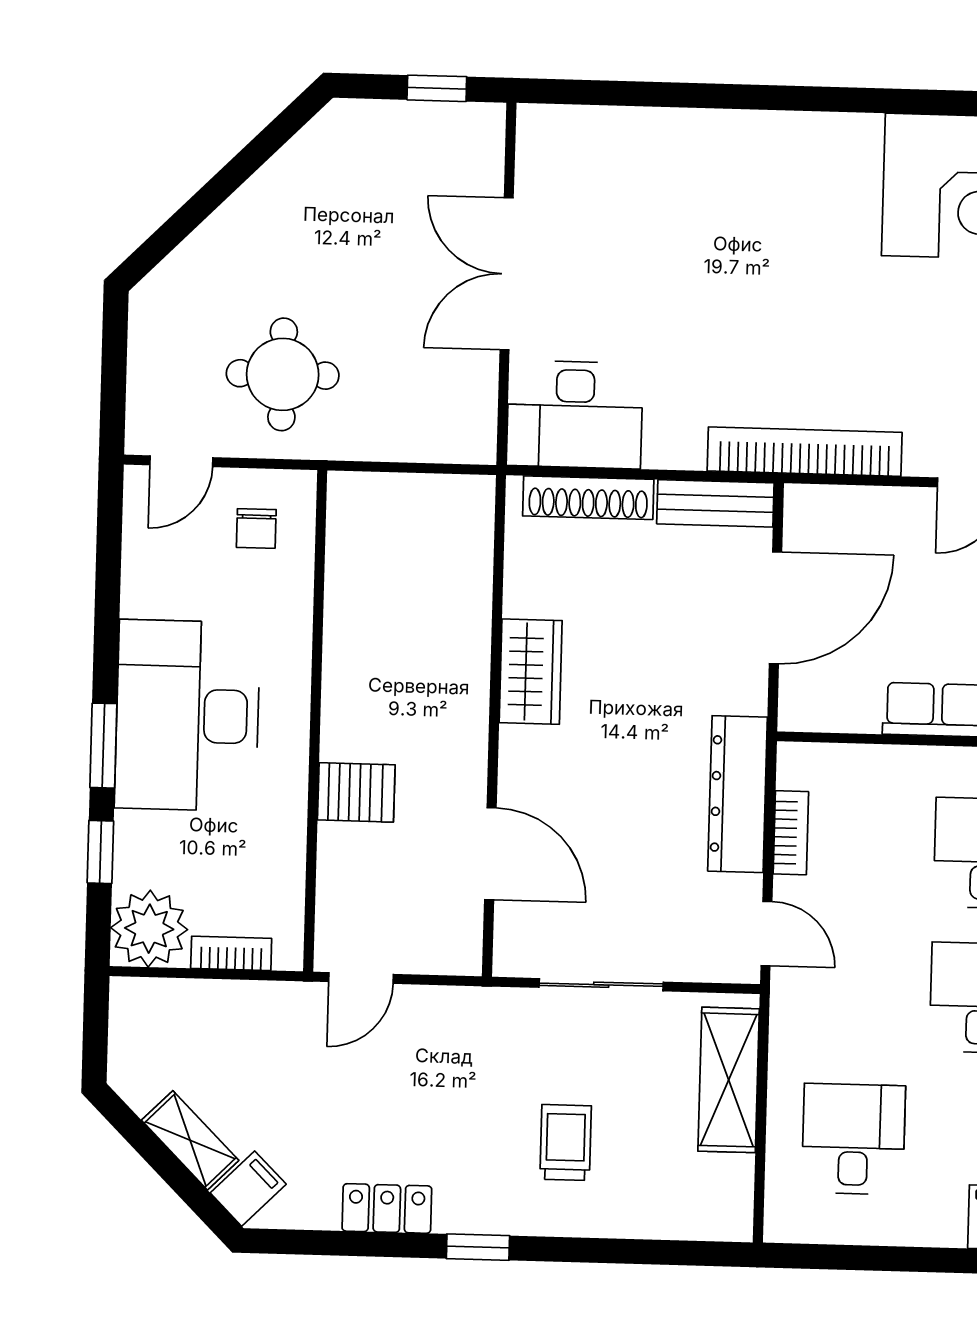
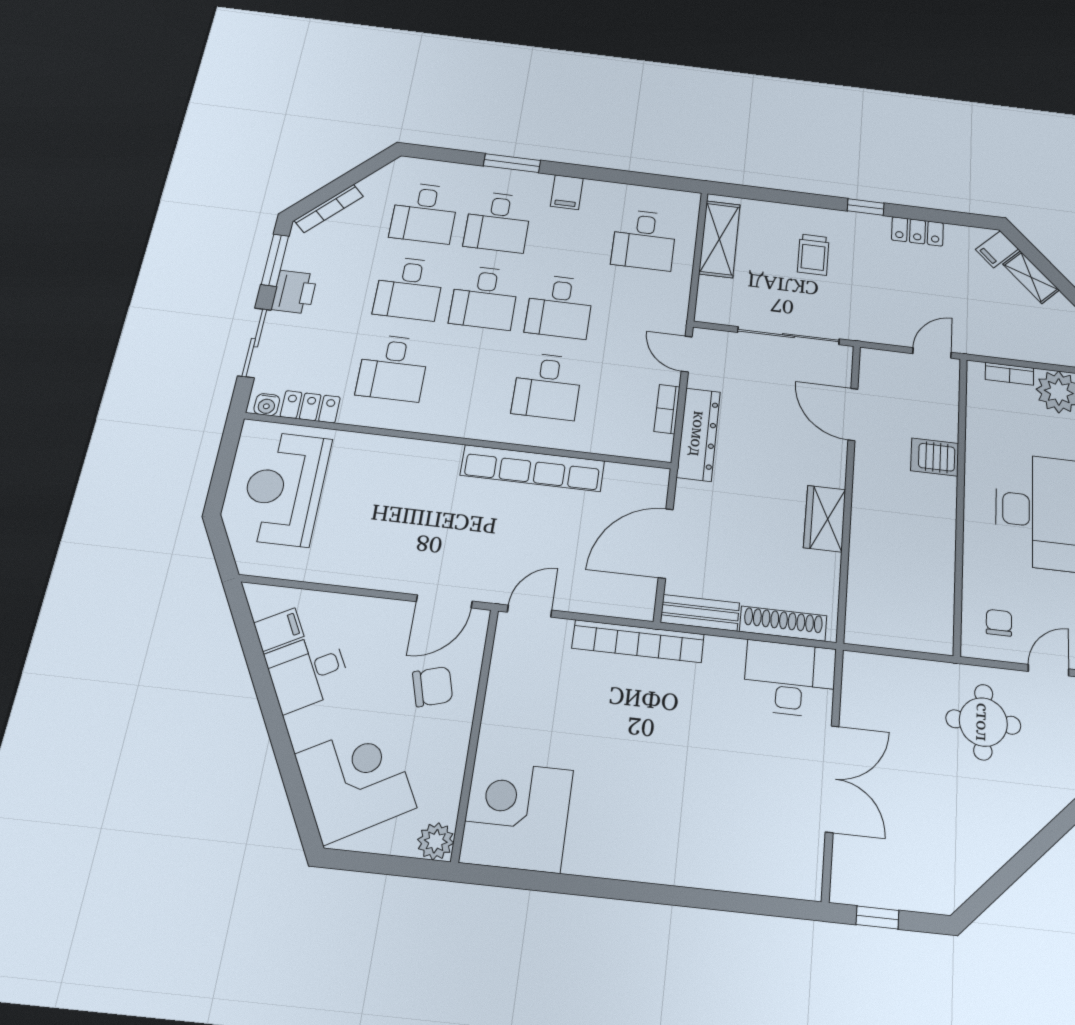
sliding door: (601, 985) -> (788, 336), width x1.37
shelving: (729, 1080) -> (719, 239), moved

